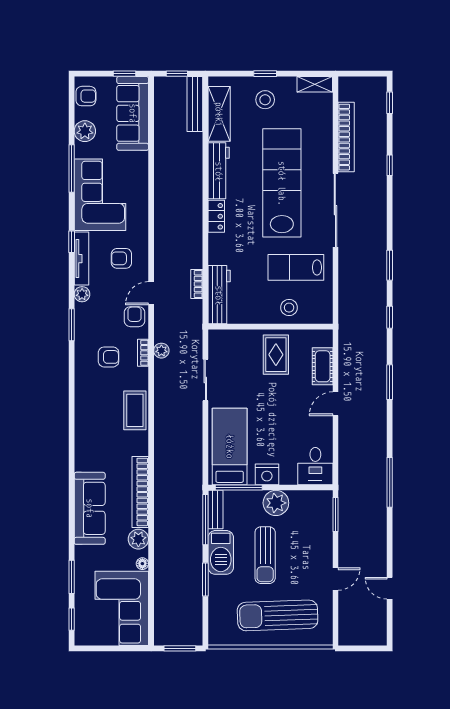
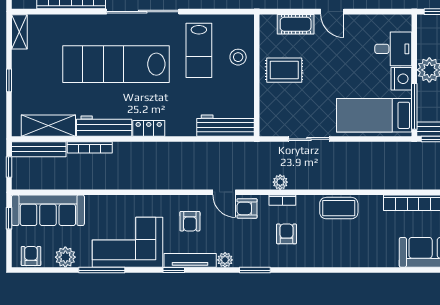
stool: (265, 100) -> (35, 81), removed
bookcase: (197, 284) -> (90, 147), moved, width x1.56
desk: (315, 466) -> (393, 49), moved

